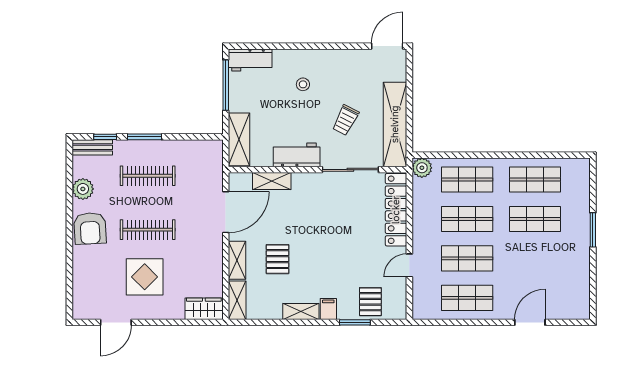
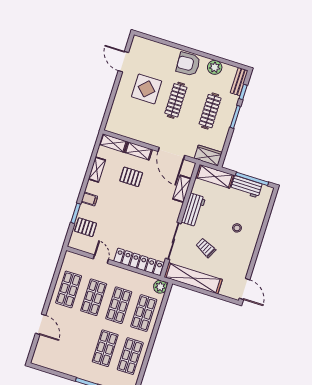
workbench: (250, 60) -> (246, 187), moved, turned -90
wardrobe: (204, 309) -> (208, 155), moved, turned -90
shelving: (301, 312) -> (97, 170), moved

